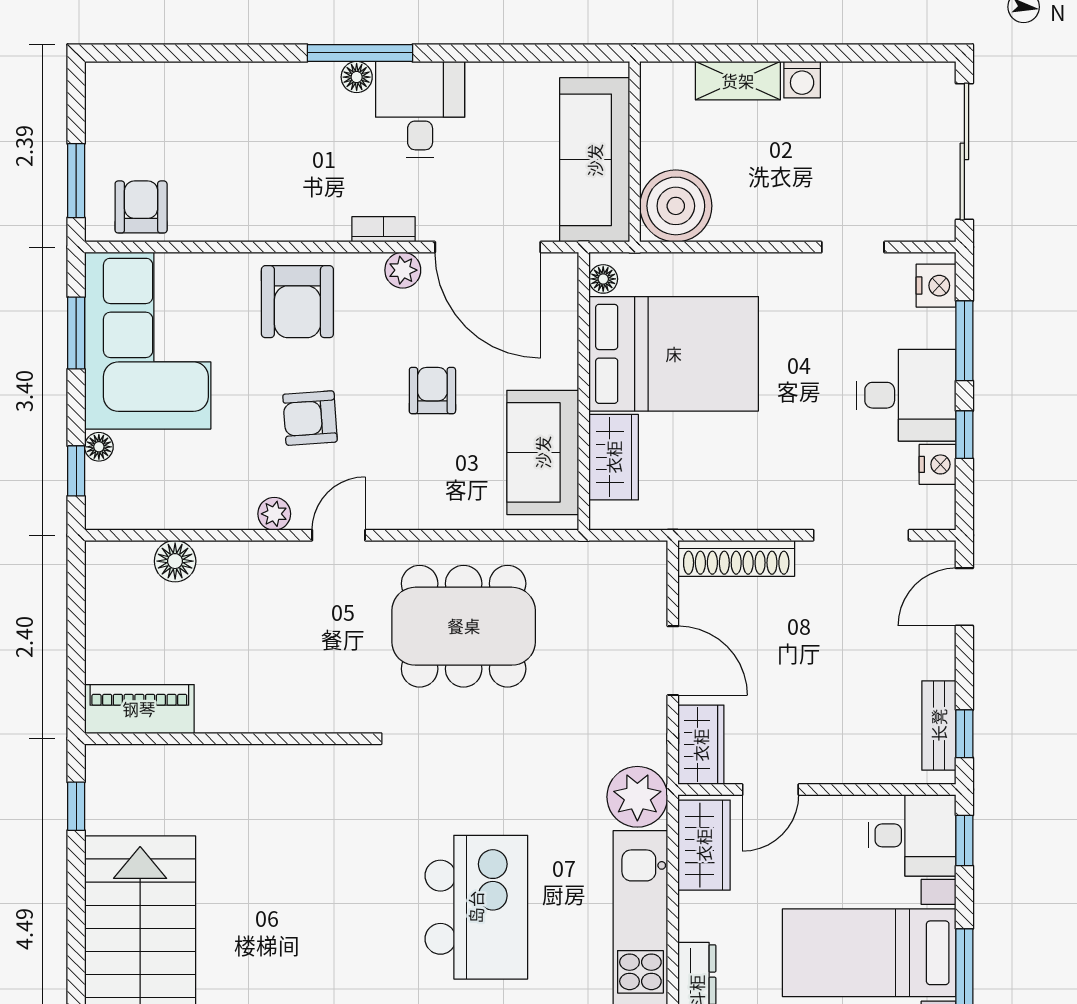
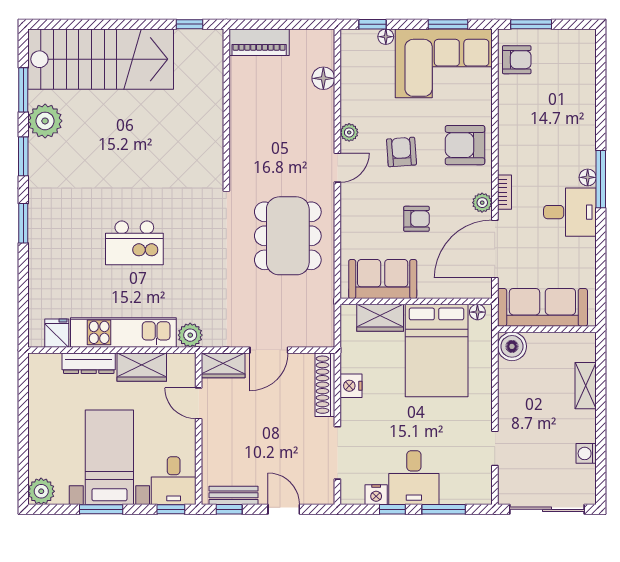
washing machine: (802, 80) -> (586, 453), moved
boiler: (676, 206) -> (512, 346), width x0.73, depth x0.73
nightstand: (936, 286) -> (351, 386), moved, turned 90
door: (339, 535) -> (337, 168), hinge flipped
door: (964, 597) -> (284, 509), moved
piano: (139, 709) -> (259, 42), moved, turned 90
plant: (637, 797) -> (190, 335), width x0.73, depth x0.73
wardrobe: (704, 845) -> (142, 367), moved
kitchen island: (476, 907) -> (134, 243), width x0.73, depth x0.78

